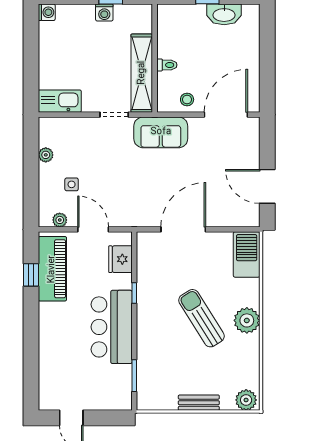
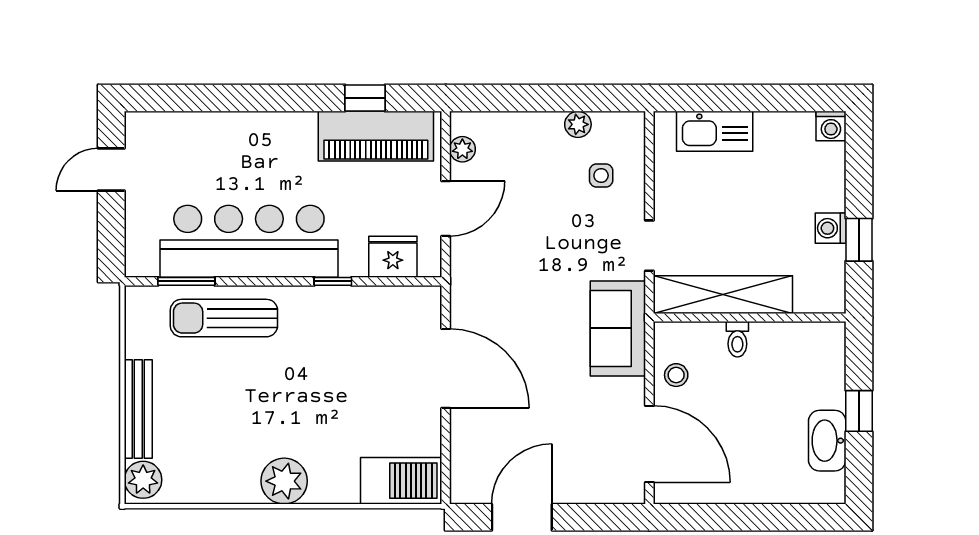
kitchen sink: (60, 101) -> (715, 131), moved, turned 90
side table: (72, 184) -> (601, 175), moved
sun lounger: (202, 318) -> (224, 318), moved, turned -148
bar counter: (112, 327) -> (249, 241), width x1.36
bench: (199, 403) -> (138, 409), width x1.36

